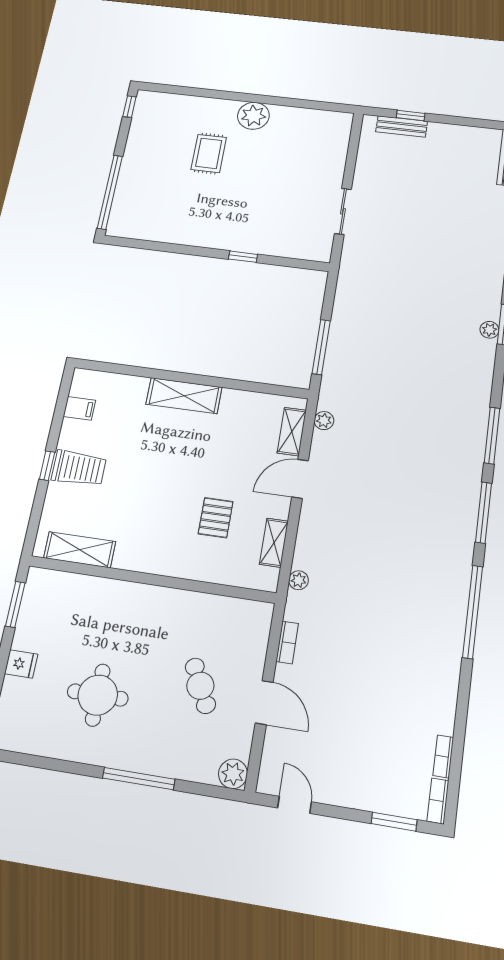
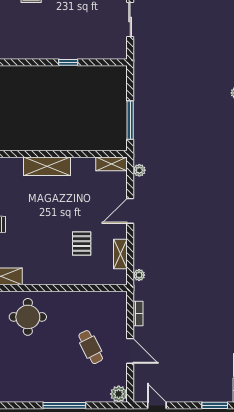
shelving: (292, 432) -> (111, 164), moved, turned 90
round table: (98, 695) -> (28, 317), moved

